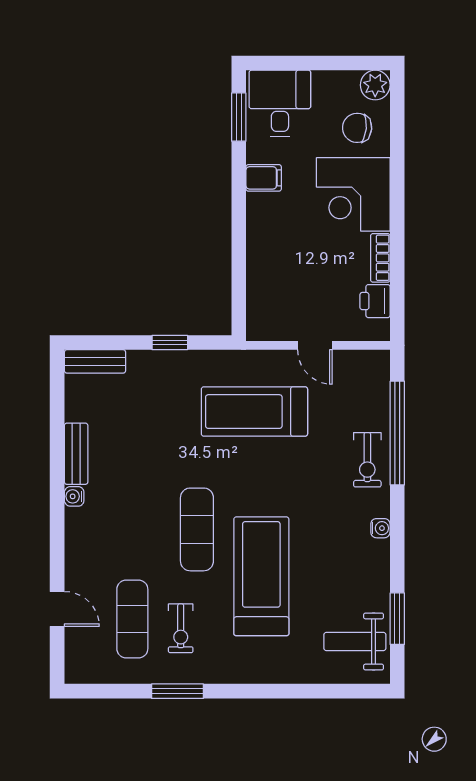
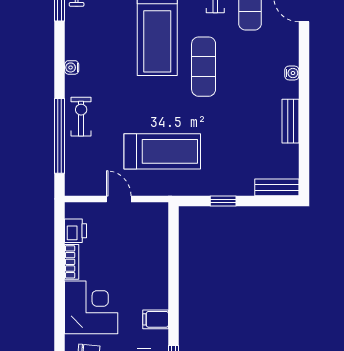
water cooler: (74, 496) -> (292, 73), moved

